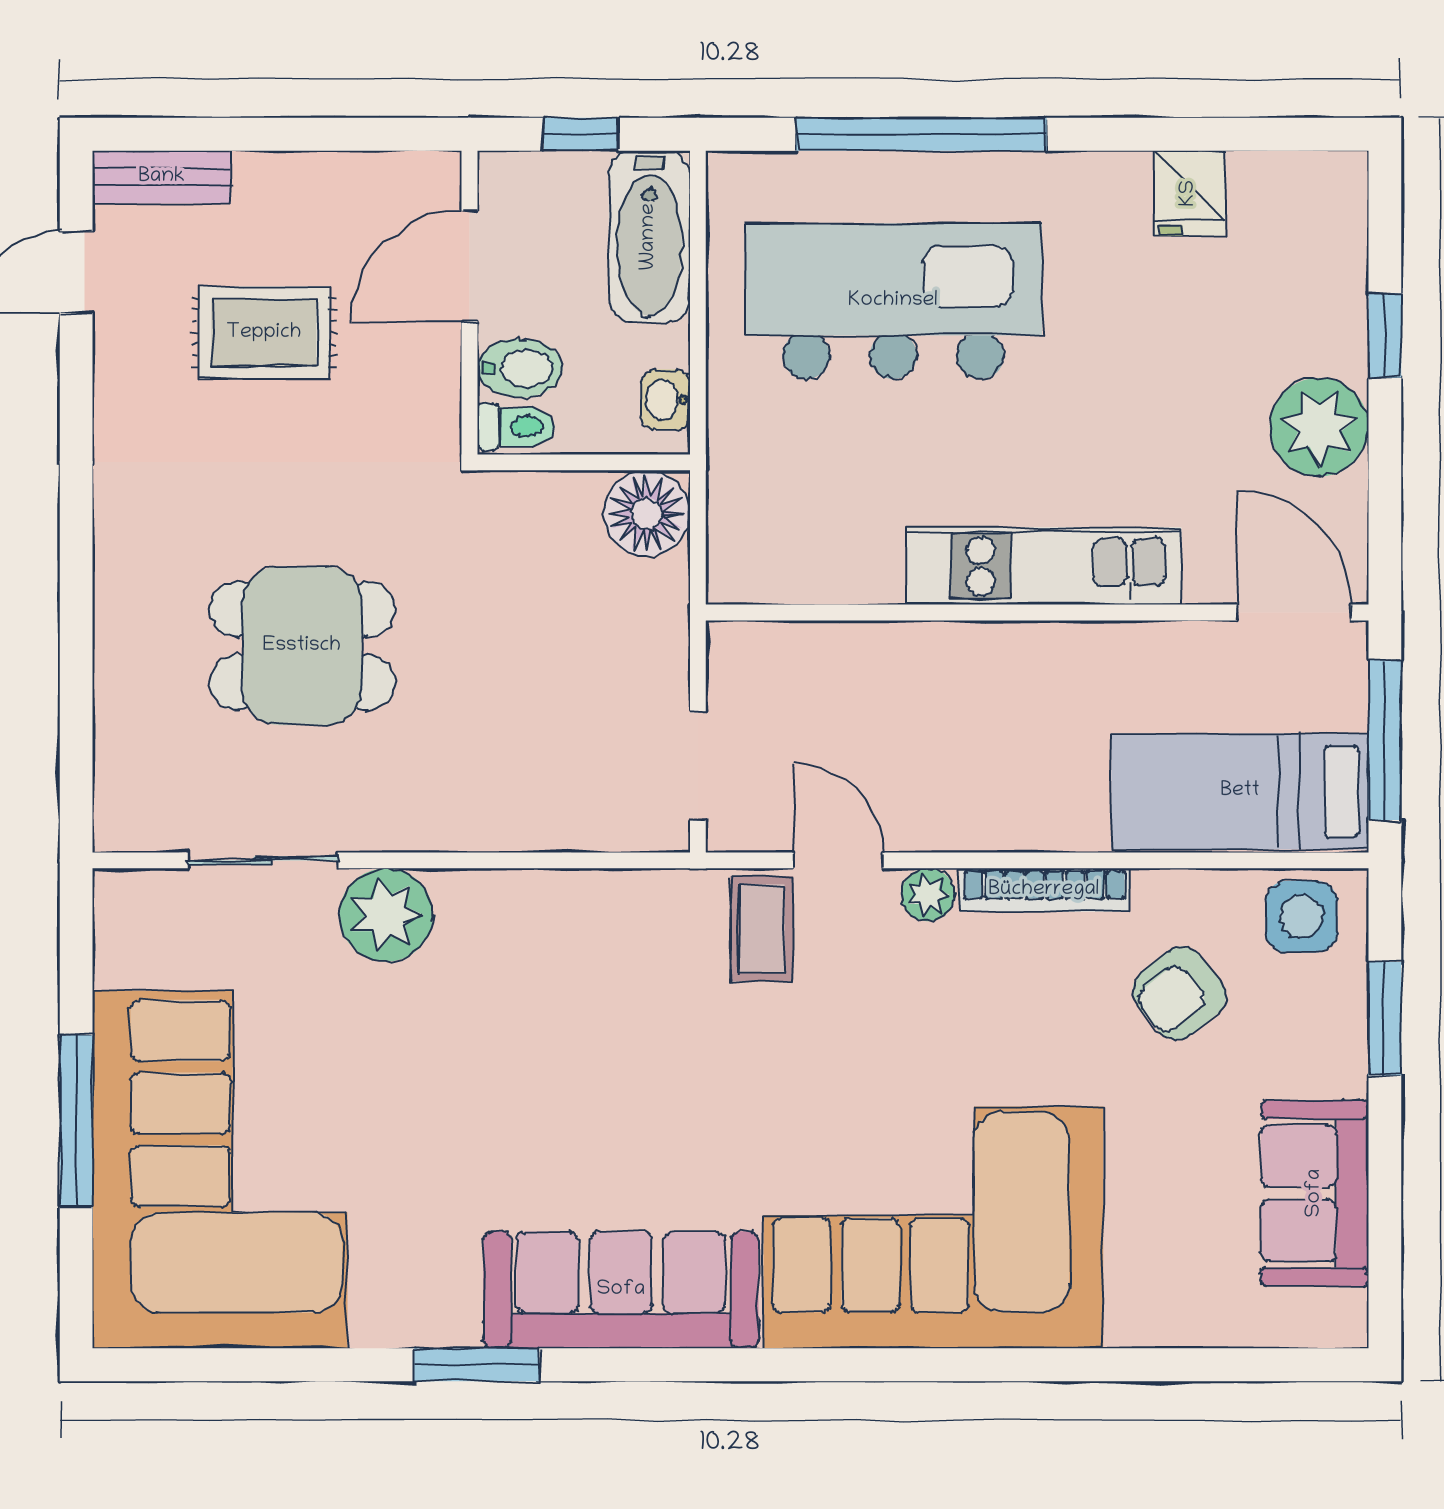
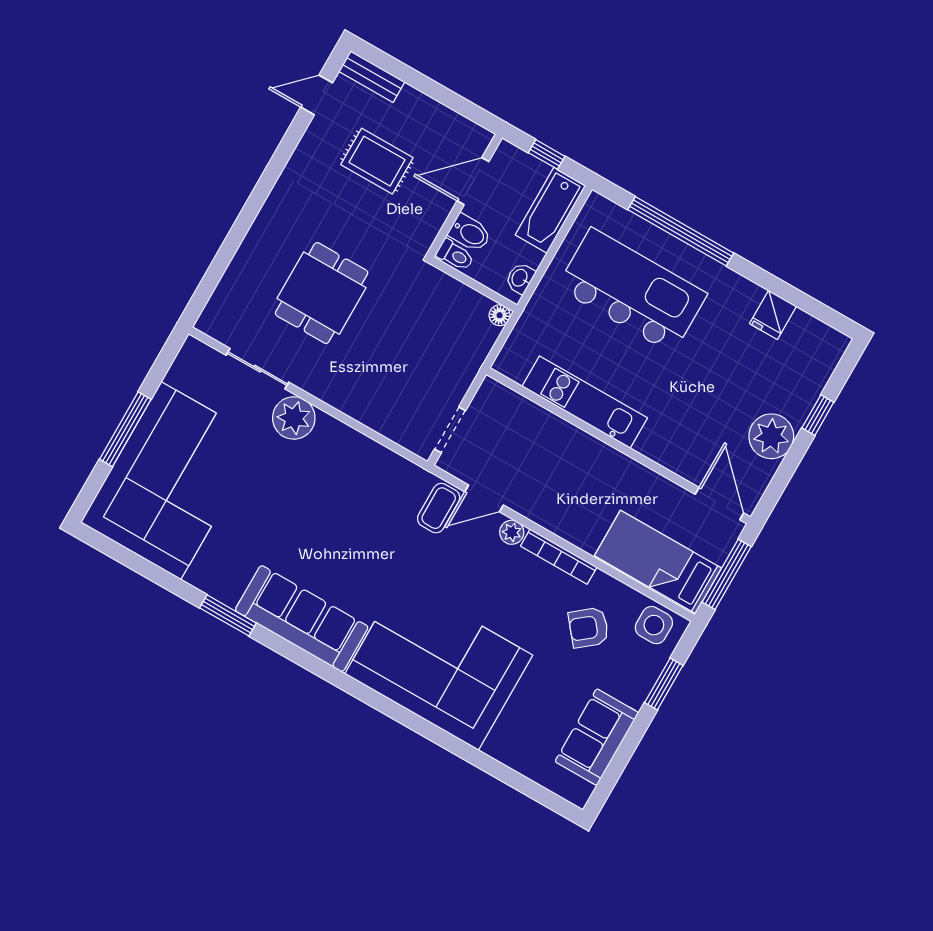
floor lamp: (647, 514) -> (500, 315), width x0.53, depth x0.53
kitchen unit: (1044, 566) -> (585, 402), moved
dining table: (302, 646) -> (322, 293), turned 90
door: (838, 860) -> (484, 498), swing flipped

